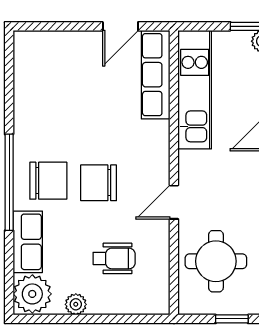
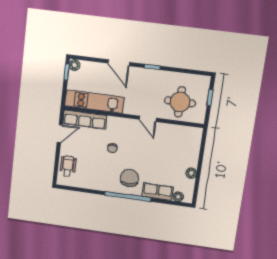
door: (120, 26) -> (60, 134), hinge flipped
chair: (99, 183) -> (112, 148), moved, width x0.54, depth x0.54
wheelchair: (114, 258) -> (68, 166), moved
plant: (32, 294) -> (178, 197), width x0.53, depth x0.53

